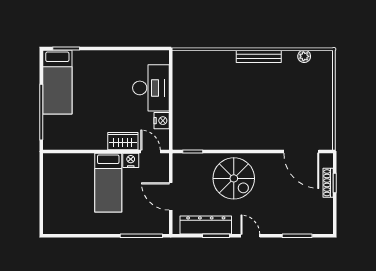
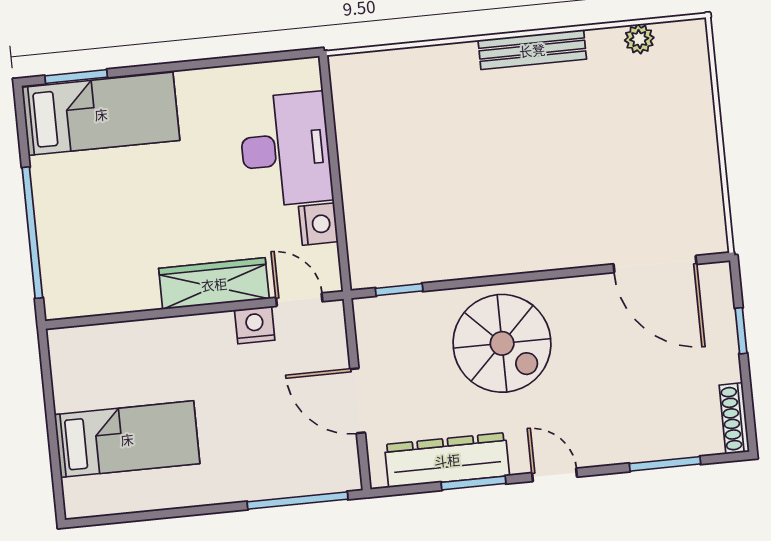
bed: (57, 82) -> (101, 114), moved, turned -90
wardrobe: (123, 141) -> (214, 284), width x1.50
bed: (108, 183) -> (127, 439), moved, turned -90
shoe rack: (328, 183) -> (734, 418), moved

